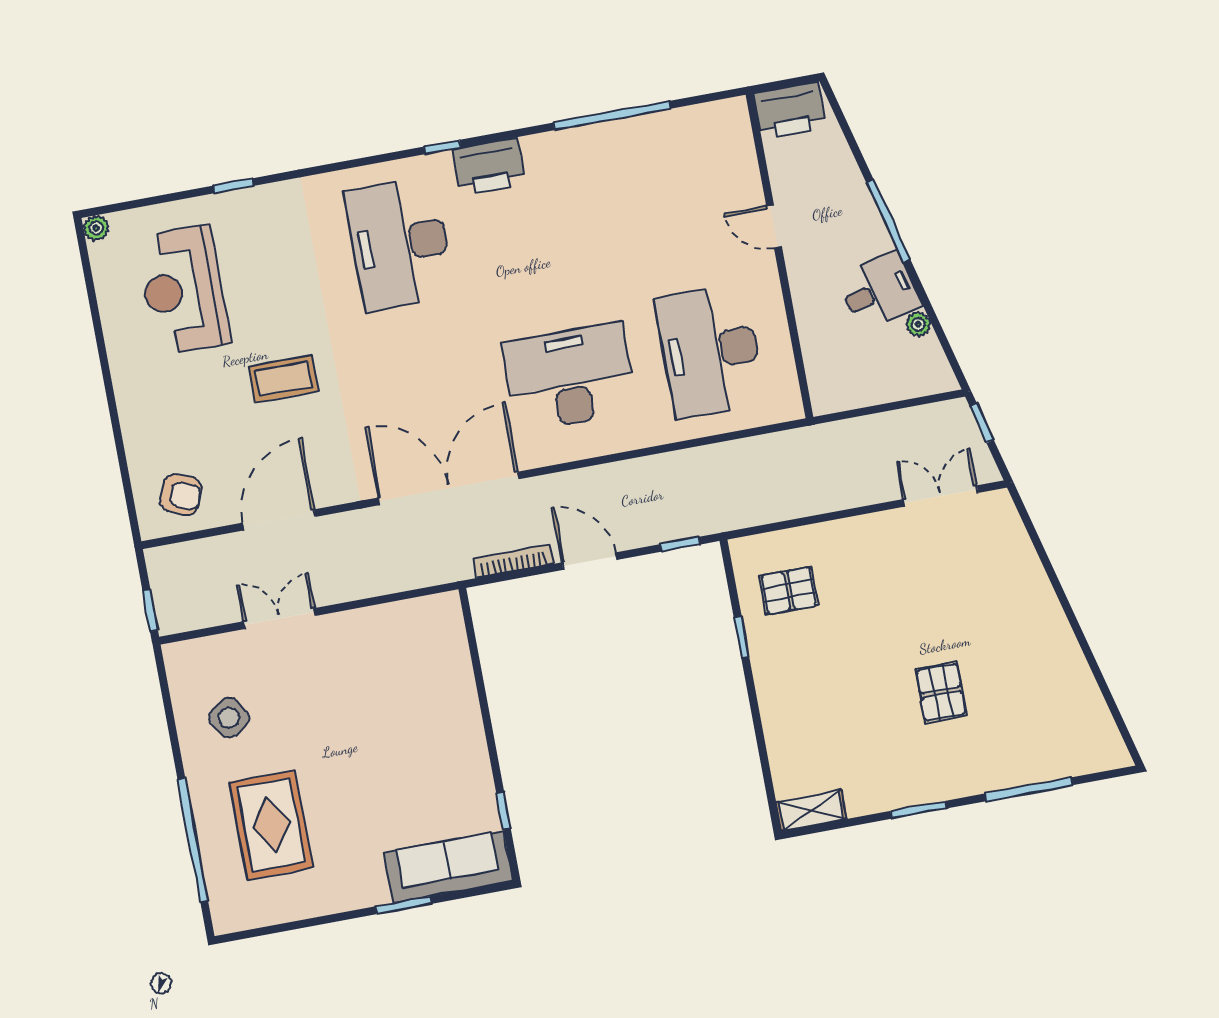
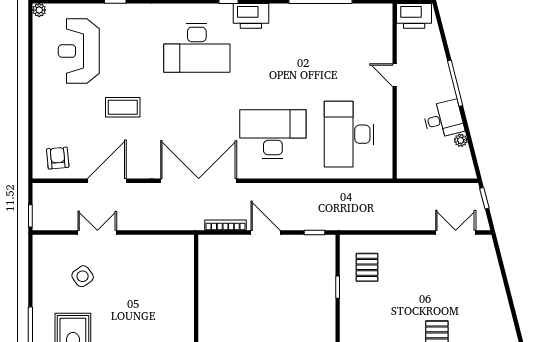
desk: (400, 244) -> (197, 48), turned -90
armchair: (181, 495) -> (58, 158), turned -118
pallet: (789, 591) -> (367, 267), turned 90
side table: (229, 718) -> (83, 276), moved

